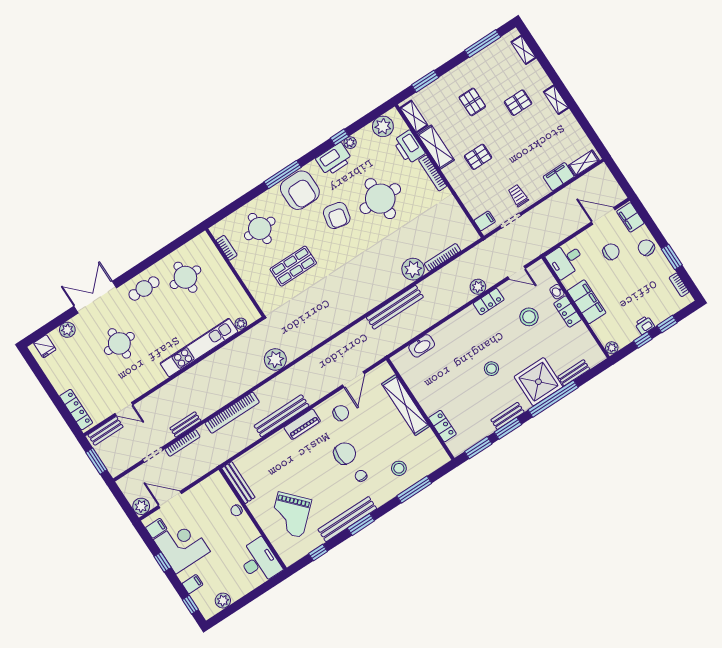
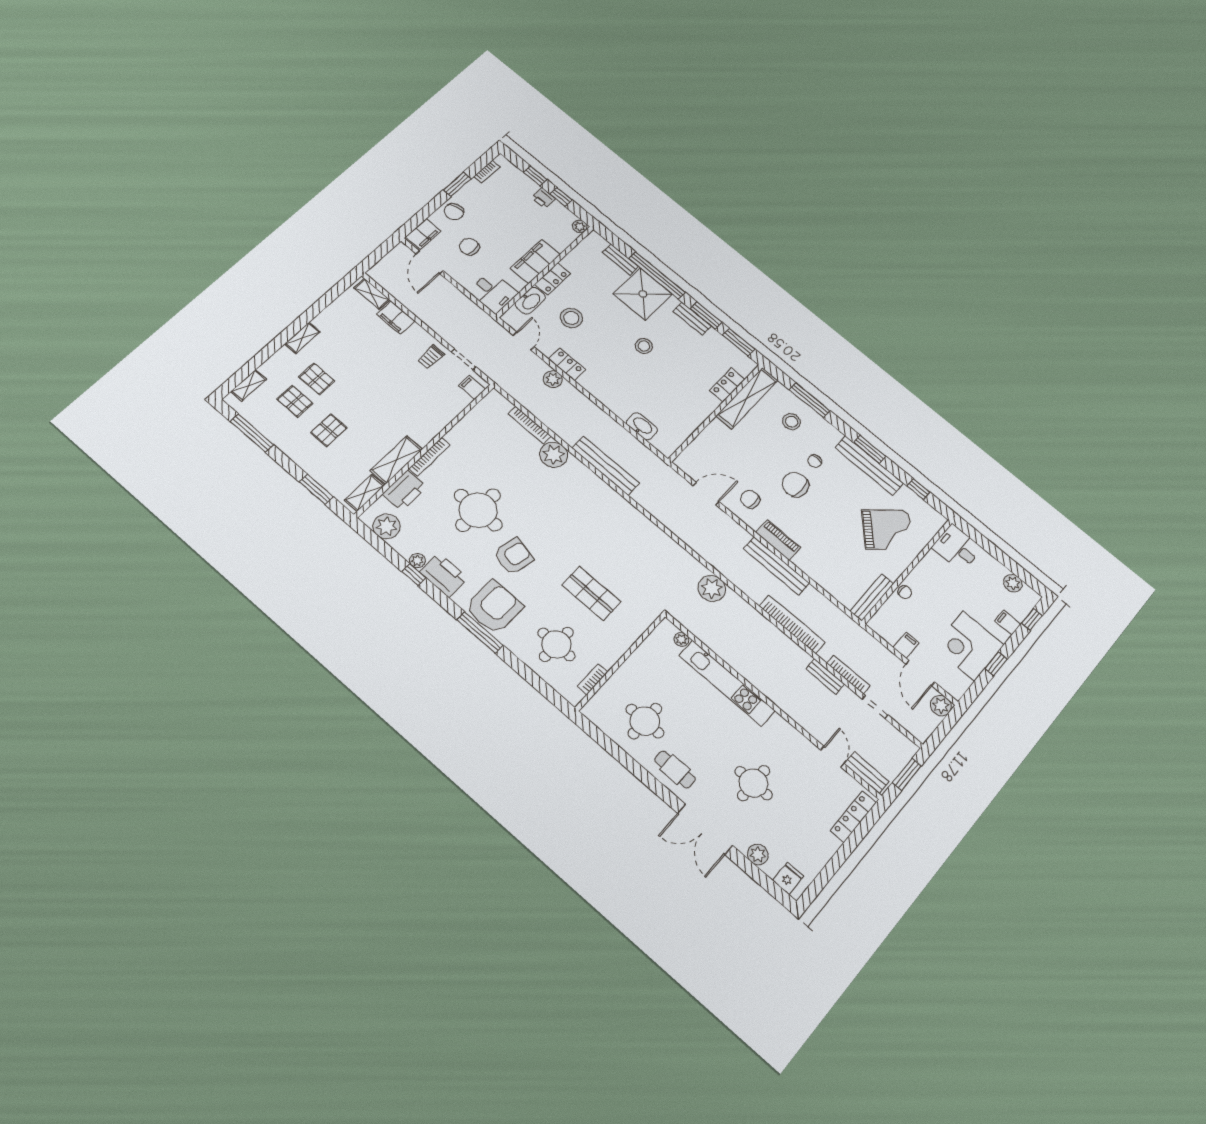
pallet: (478, 157) -> (295, 401), moved
washbasin: (557, 292) -> (530, 301), width x1.91, depth x1.45
shelving: (406, 405) -> (747, 398), moved
filing cabinet: (156, 528) -> (906, 645), moved, turned 90
desk: (259, 561) -> (957, 548), width x0.73

